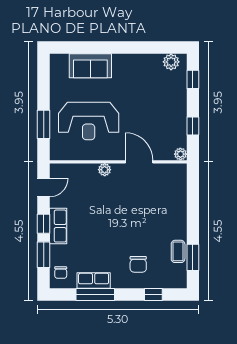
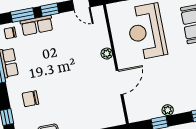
plant: (180, 154) -> (168, 110), moved
row of seats: (58, 226) -> (37, 25), moved

